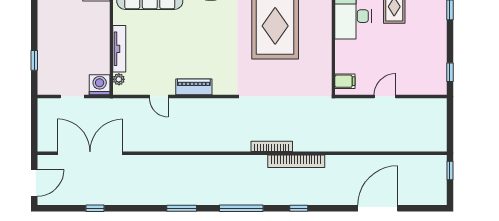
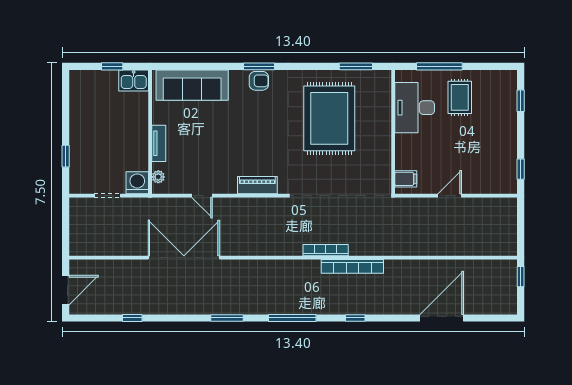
tv unit: (119, 49) -> (159, 143), width x0.71
piano: (194, 87) -> (257, 185), moved
double door: (90, 153) -> (184, 258), moved

